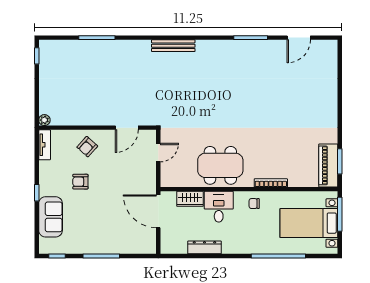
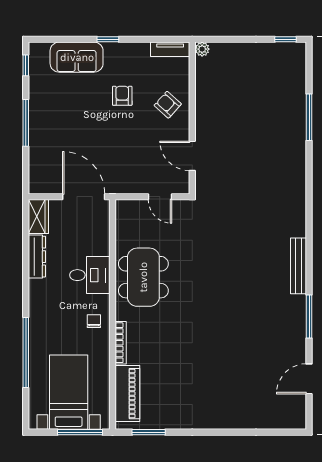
door: (299, 38) -> (309, 379), hinge flipped
bench: (173, 46) -> (299, 266), moved
piano: (328, 165) -> (127, 394), moved, turned 90
wardrobe: (190, 199) -> (38, 216), moved, turned 180
door: (158, 211) -> (84, 197), hinge flipped

